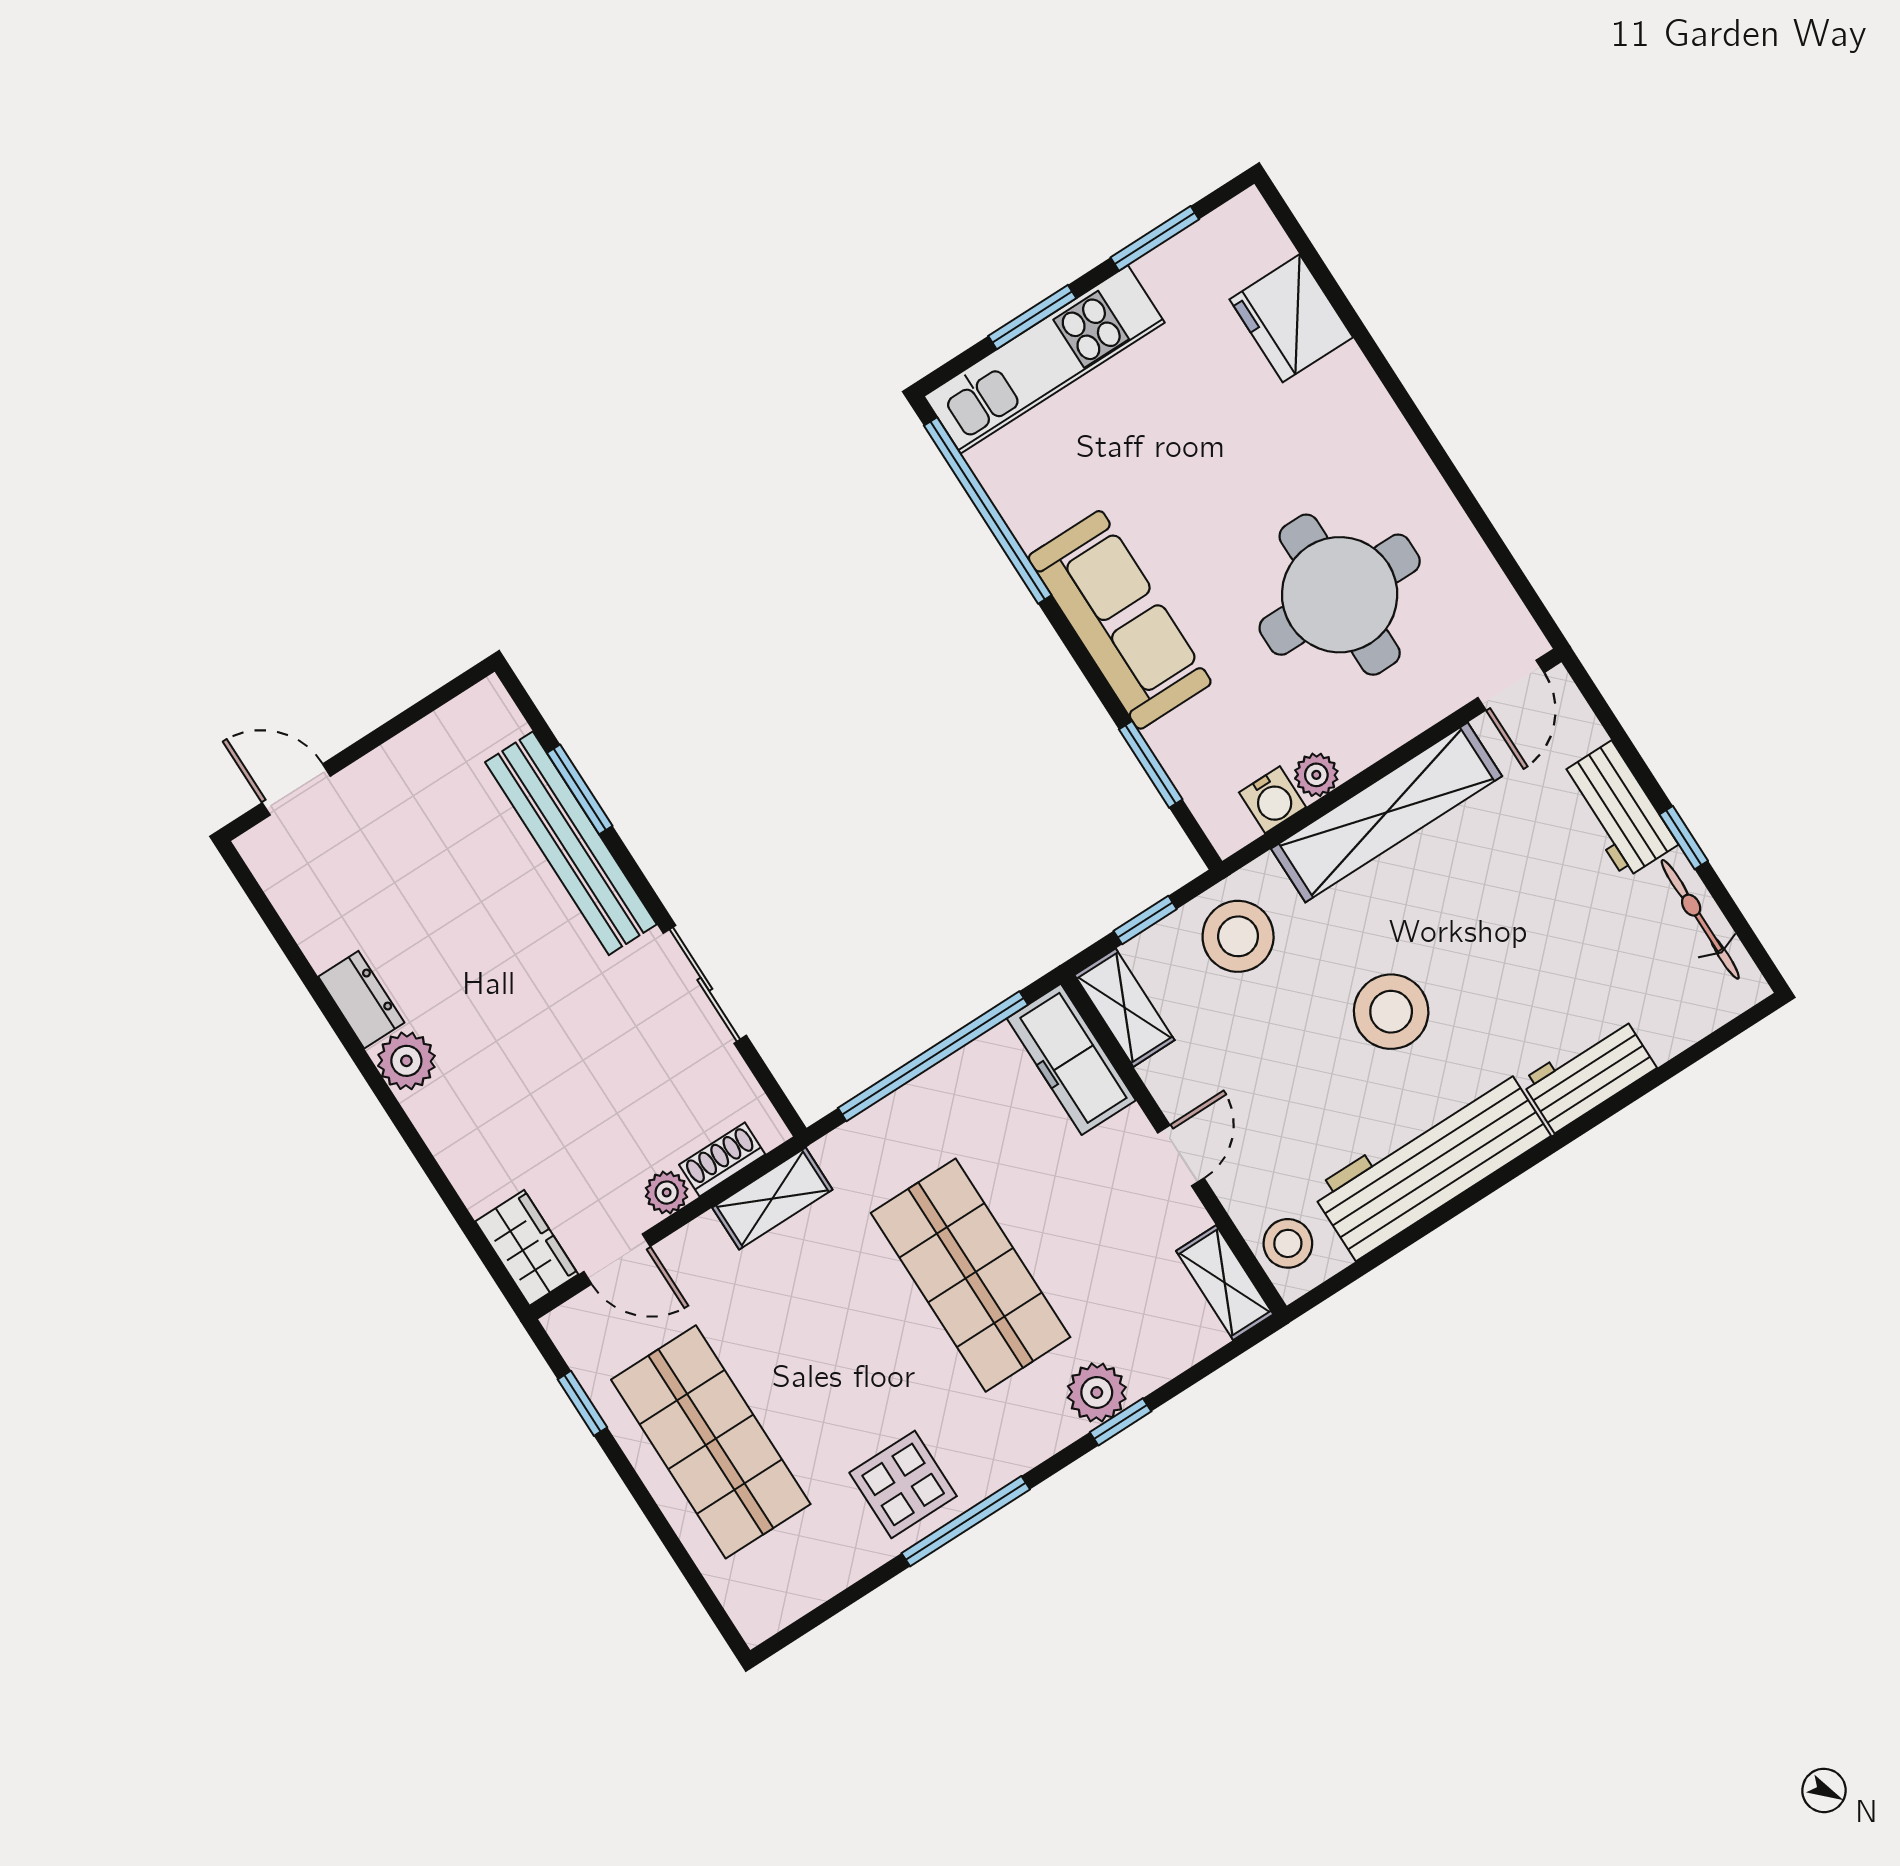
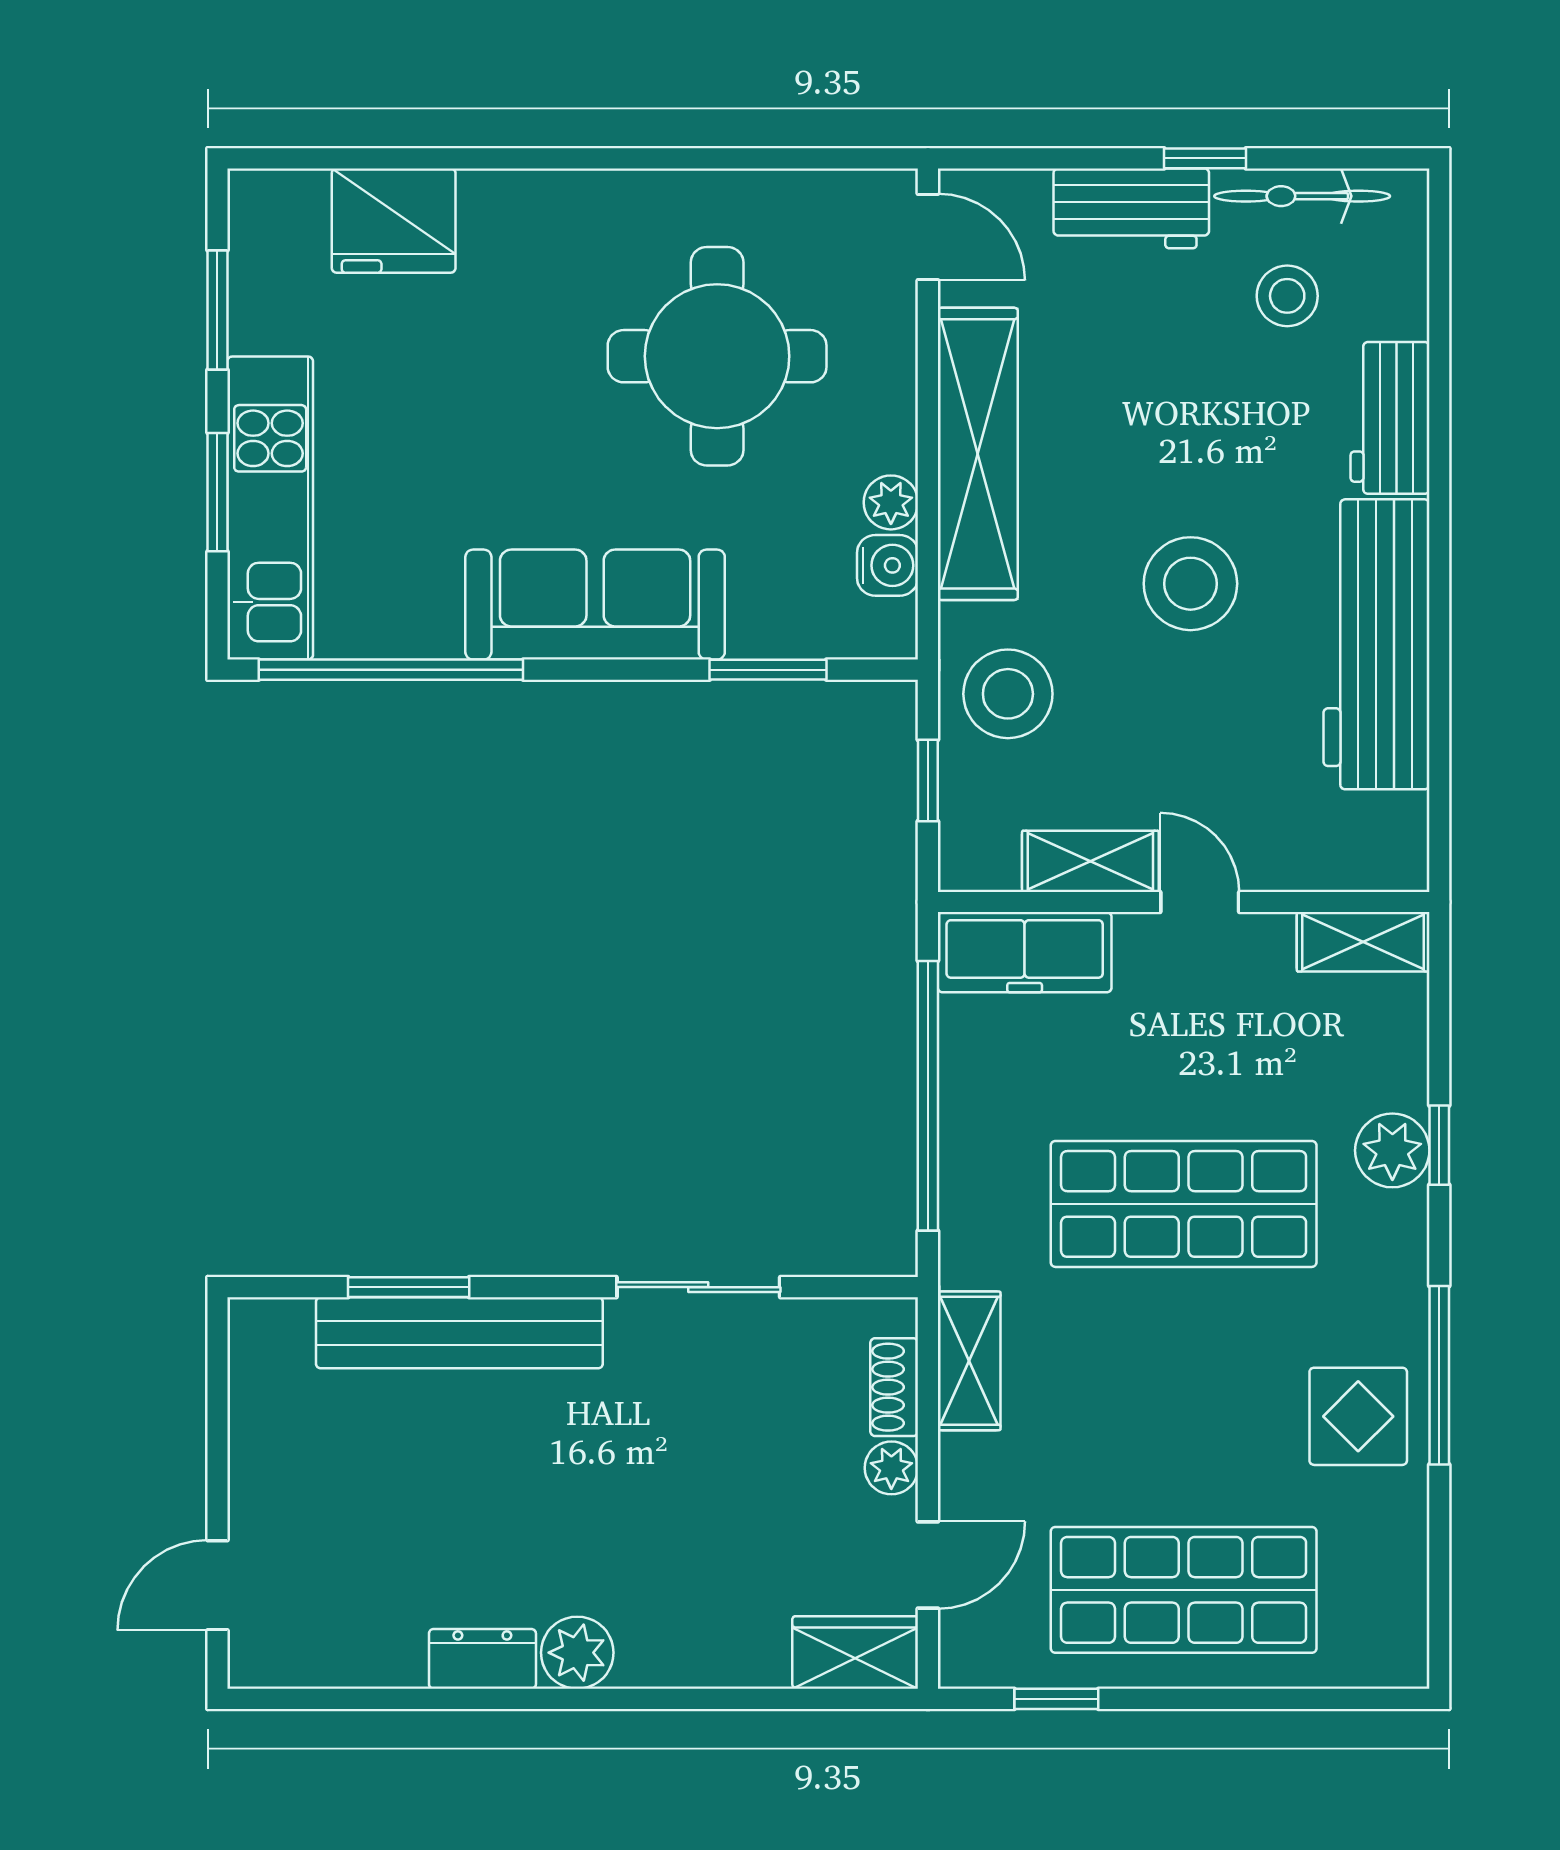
shelving: (1125, 1008) -> (1090, 861), moved
stool: (1288, 1243) -> (1287, 296), moved

